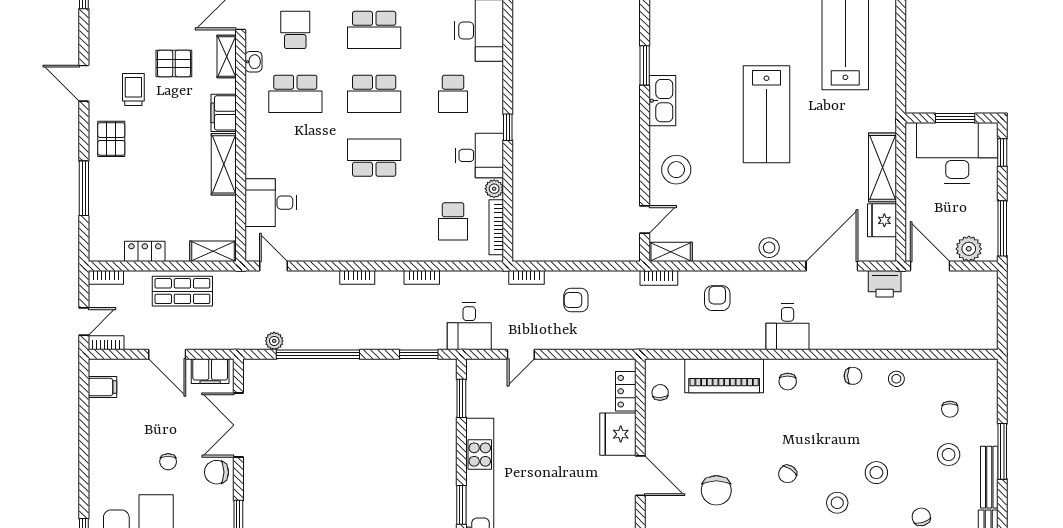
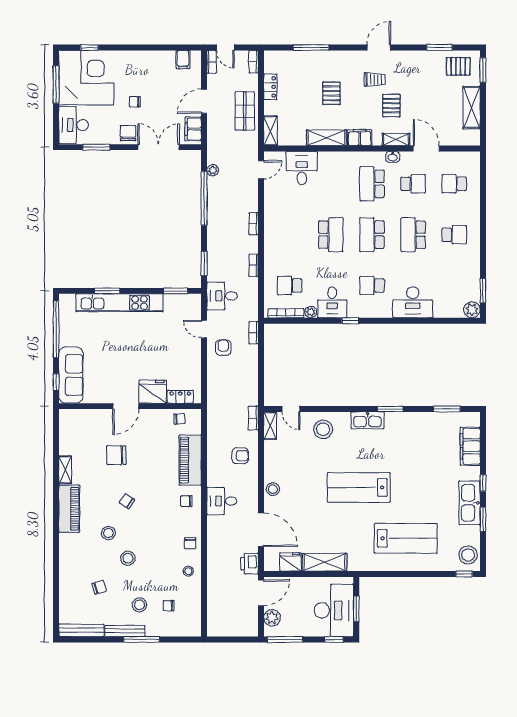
pallet: (111, 139) -> (331, 93), moved, turned 90
armchair: (576, 300) -> (223, 348), moved

